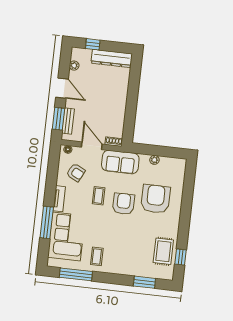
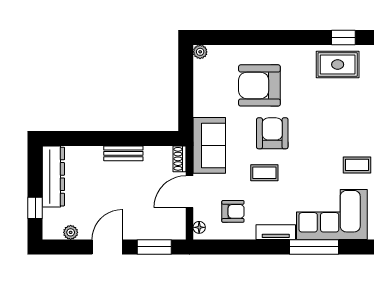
bench: (68, 121) -> (123, 153), moved
plant: (154, 160) -> (200, 52), moved
armchair: (76, 173) -> (233, 211), turned 63
armchair: (124, 204) -> (272, 133), turned 90

